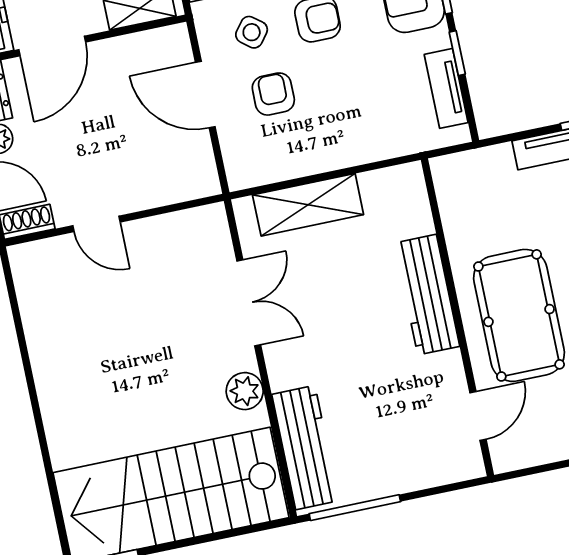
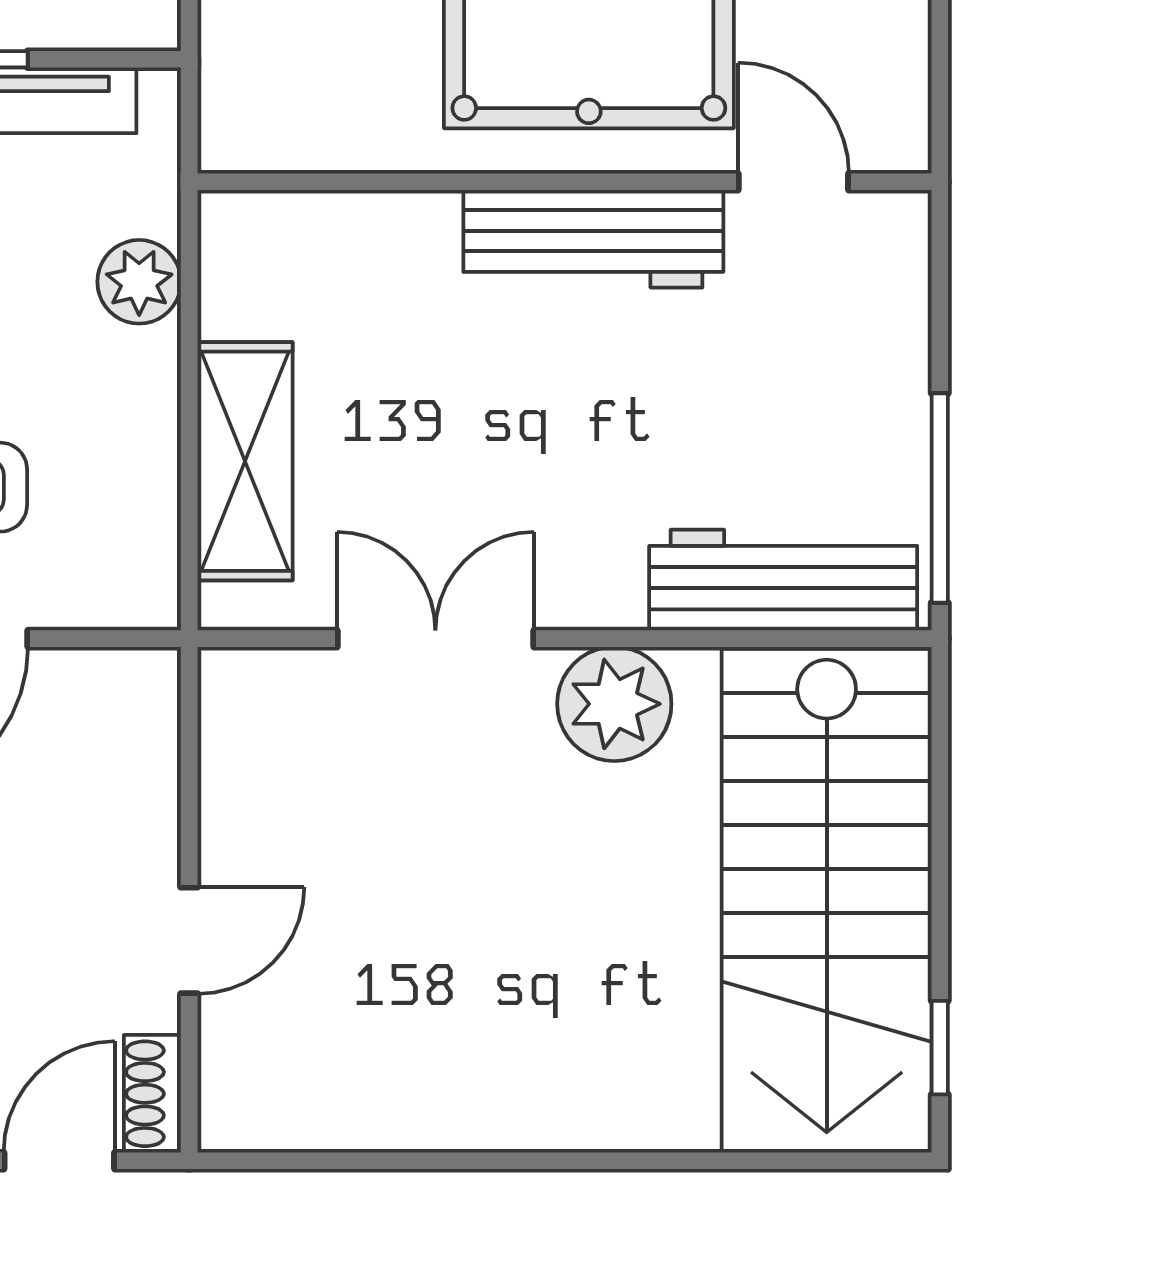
plant: (376, 143) -> (139, 282), added
workbench: (427, 295) -> (593, 239), moved
plant: (245, 391) -> (614, 704), width x1.36, depth x1.36

